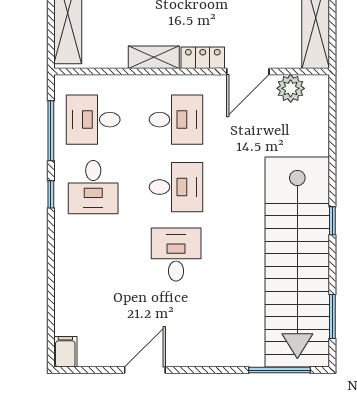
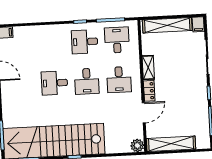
door: (248, 72) -> (144, 113), swing flipped
plant: (291, 88) -> (137, 145), moved
desk: (176, 255) -> (54, 83), turned 180

